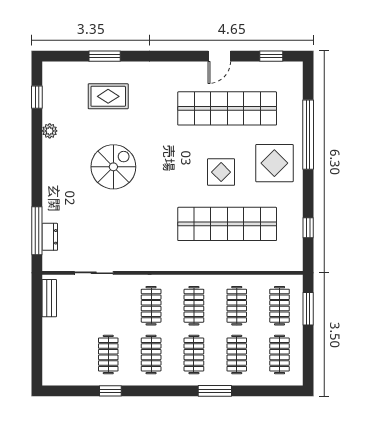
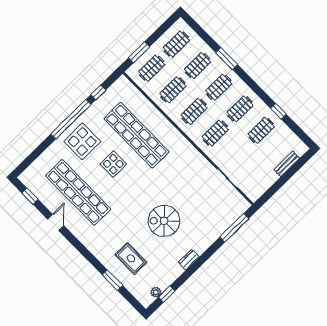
door: (219, 56) -> (56, 222), hinge flipped
plant: (50, 131) -> (156, 292), moved
window: (308, 135) -> (71, 119), moved
dresser: (50, 237) -> (189, 260), moved
bench: (49, 298) -> (287, 164), moved

